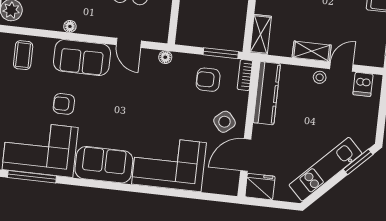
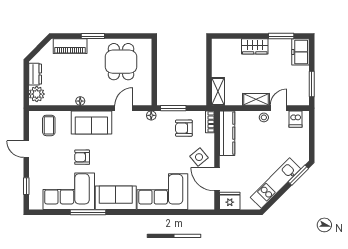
door: (129, 43) -> (124, 108), swing flipped
window: (221, 53) -> (173, 108), moved
door: (246, 155) -> (217, 179), hinge flipped
window: (32, 177) -> (88, 212), moved

